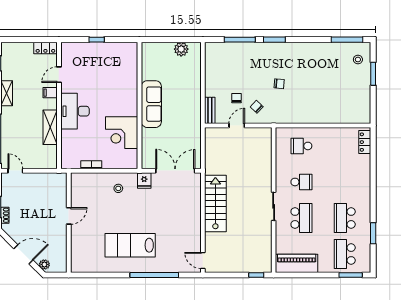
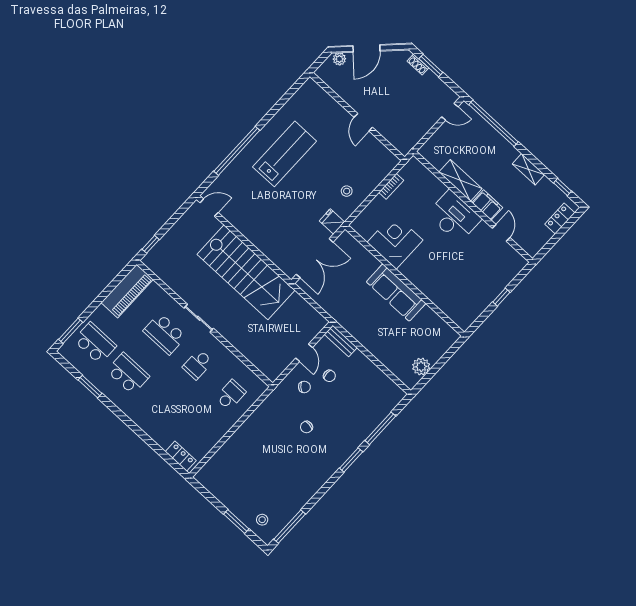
locker: (45, 48) -> (560, 218), moved
filing cabinet: (50, 93) -> (487, 205), width x2.00
stairs: (215, 204) -> (246, 272), width x1.36, depth x1.51

